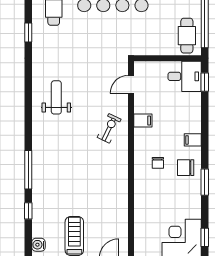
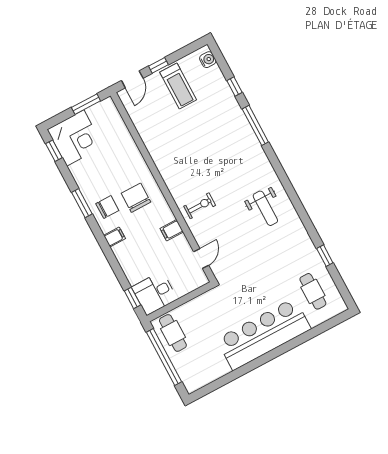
exercise bike: (109, 128) -> (200, 206), turned -116
chair: (158, 163) -> (136, 198), width x1.87, depth x1.87

